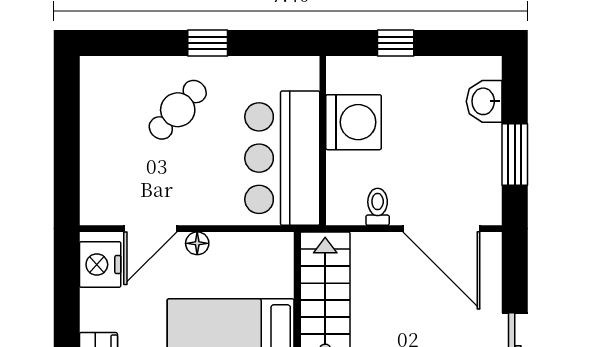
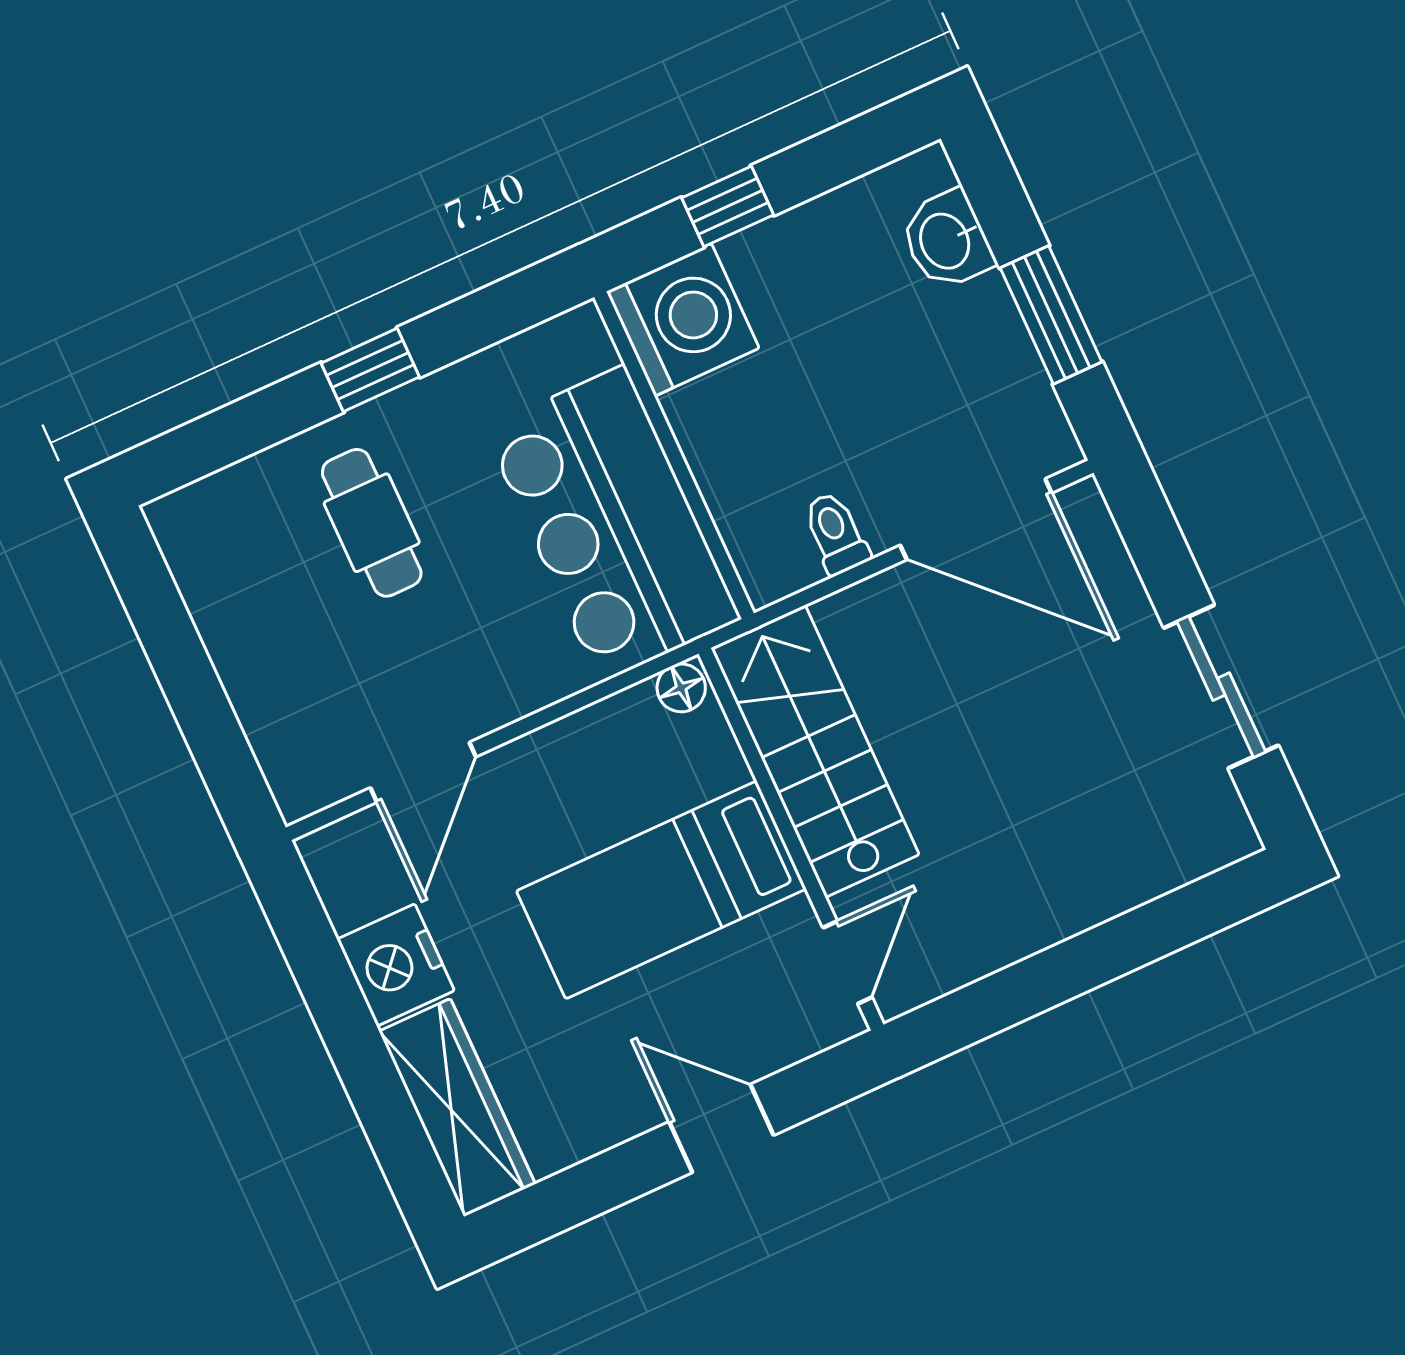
cafe table: (178, 110) -> (372, 523), turned -43
washing machine: (354, 122) -> (683, 320), moved
floor lamp: (197, 243) -> (681, 688), moved
nightstand: (100, 265) -> (396, 965), moved

